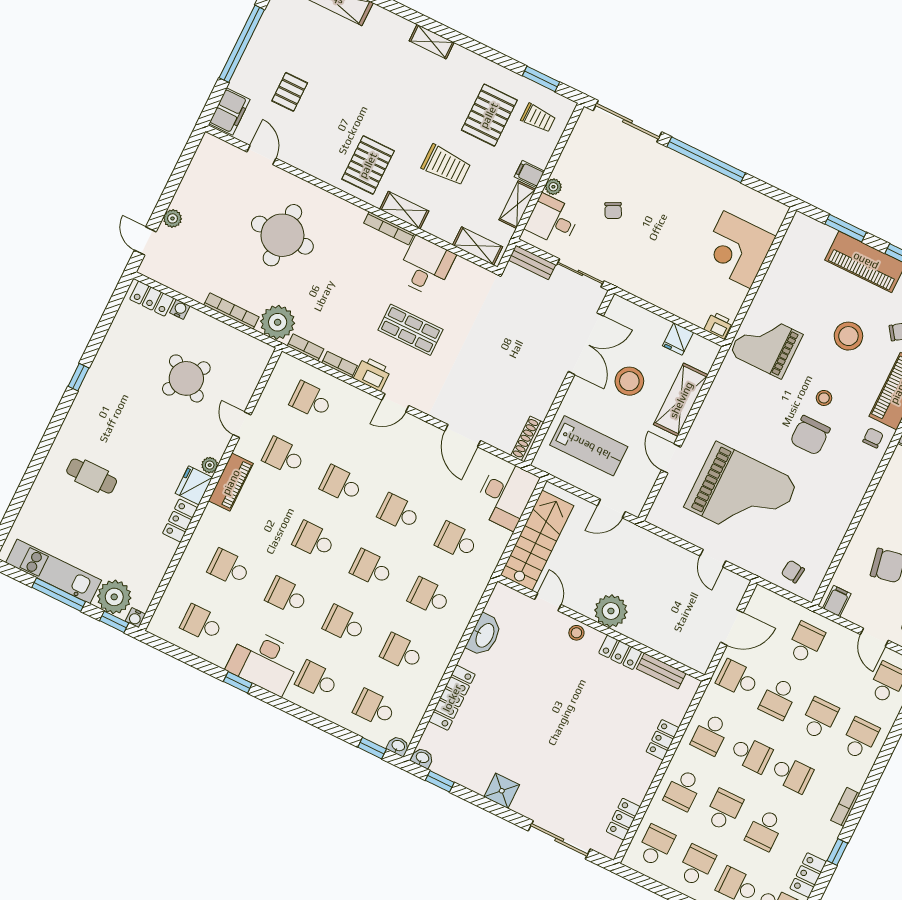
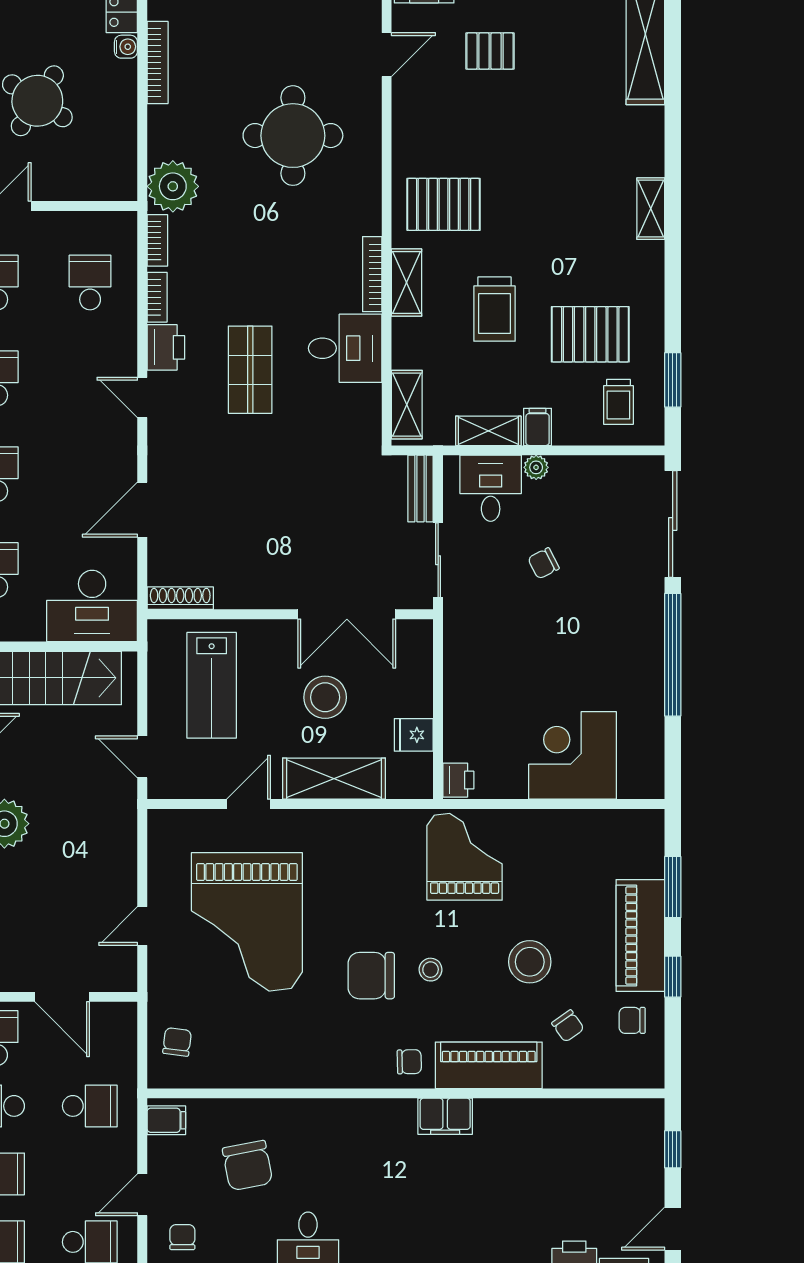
bookcase: (231, 311) -> (158, 62), moved

